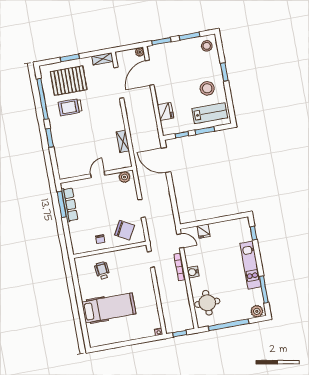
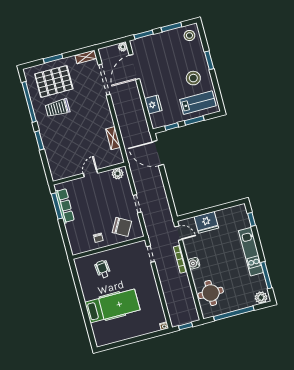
fridge: (204, 231) -> (206, 222), width x1.88, depth x1.34

